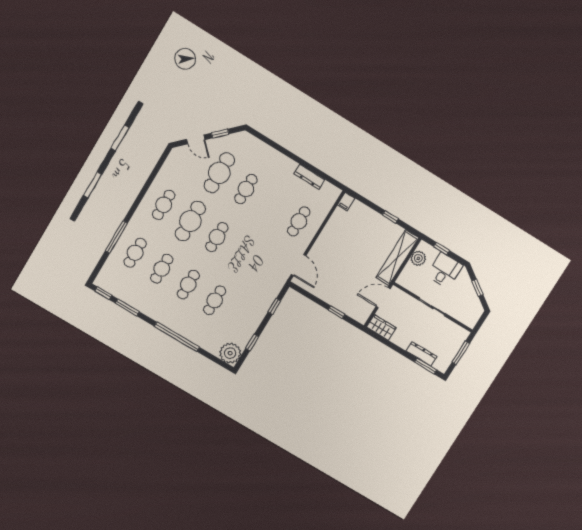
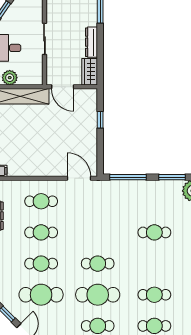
door: (299, 265) -> (79, 178), hinge flipped
cafe table: (188, 285) -> (41, 232), moved
window: (274, 306) -> (128, 177), width x2.17
window: (252, 343) -> (172, 177), width x1.50
dresser: (421, 354) -> (91, 42), moved

